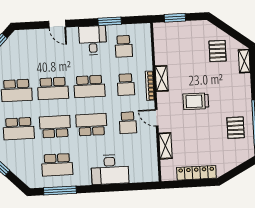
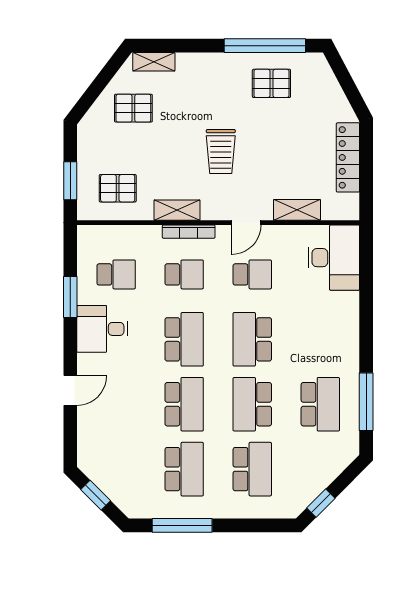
pallet: (172, 45) -> (118, 188), added
desk: (110, 170) -> (334, 258), moved

